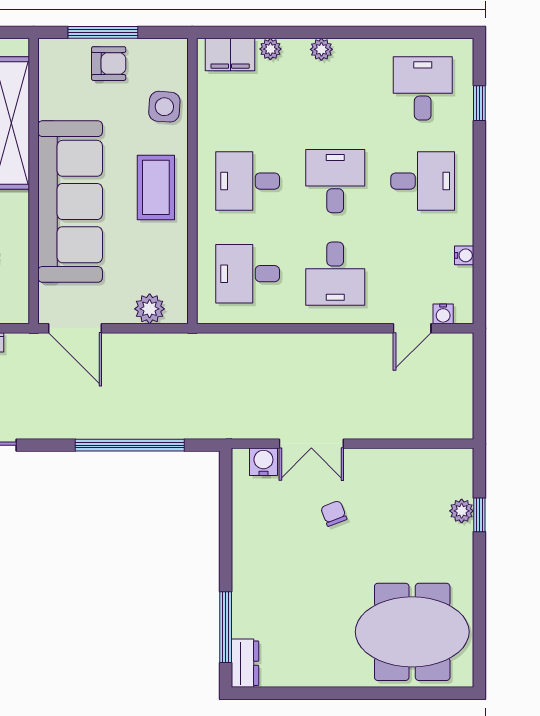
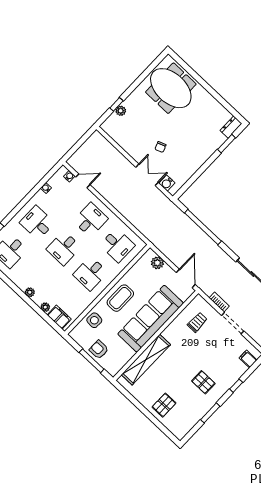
desk: (248, 181) -> (90, 273), turned 90
window: (226, 627) -> (226, 144), width x0.69

